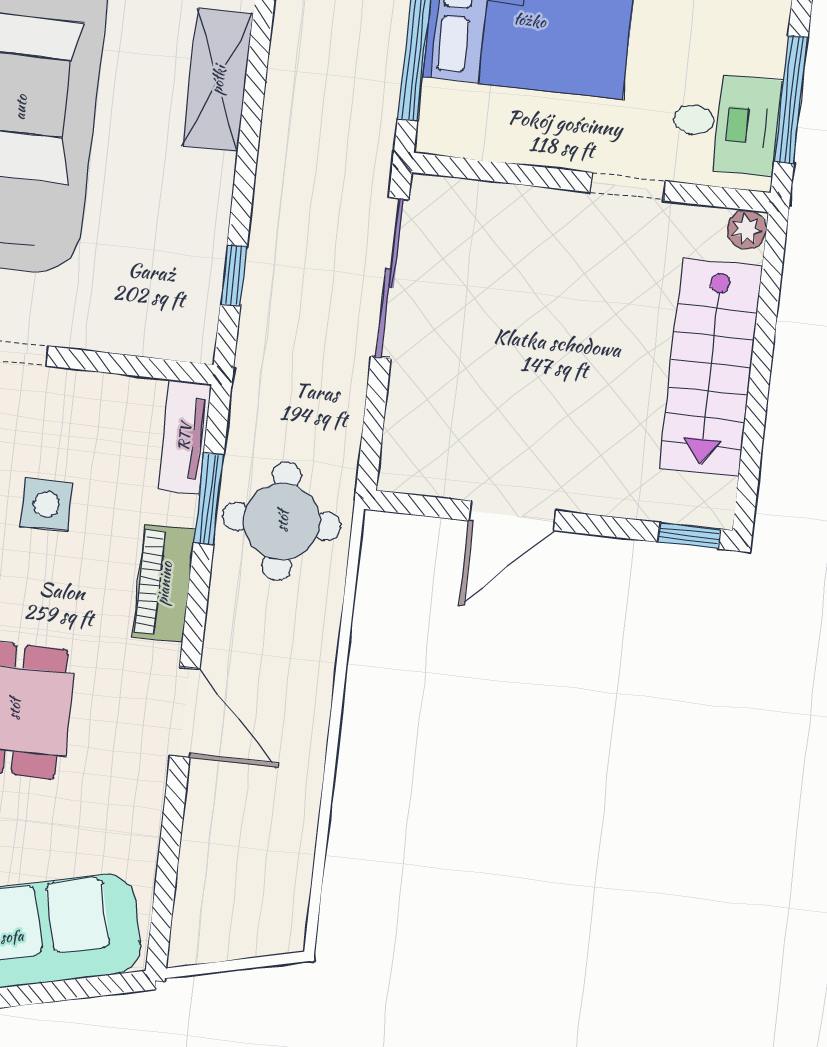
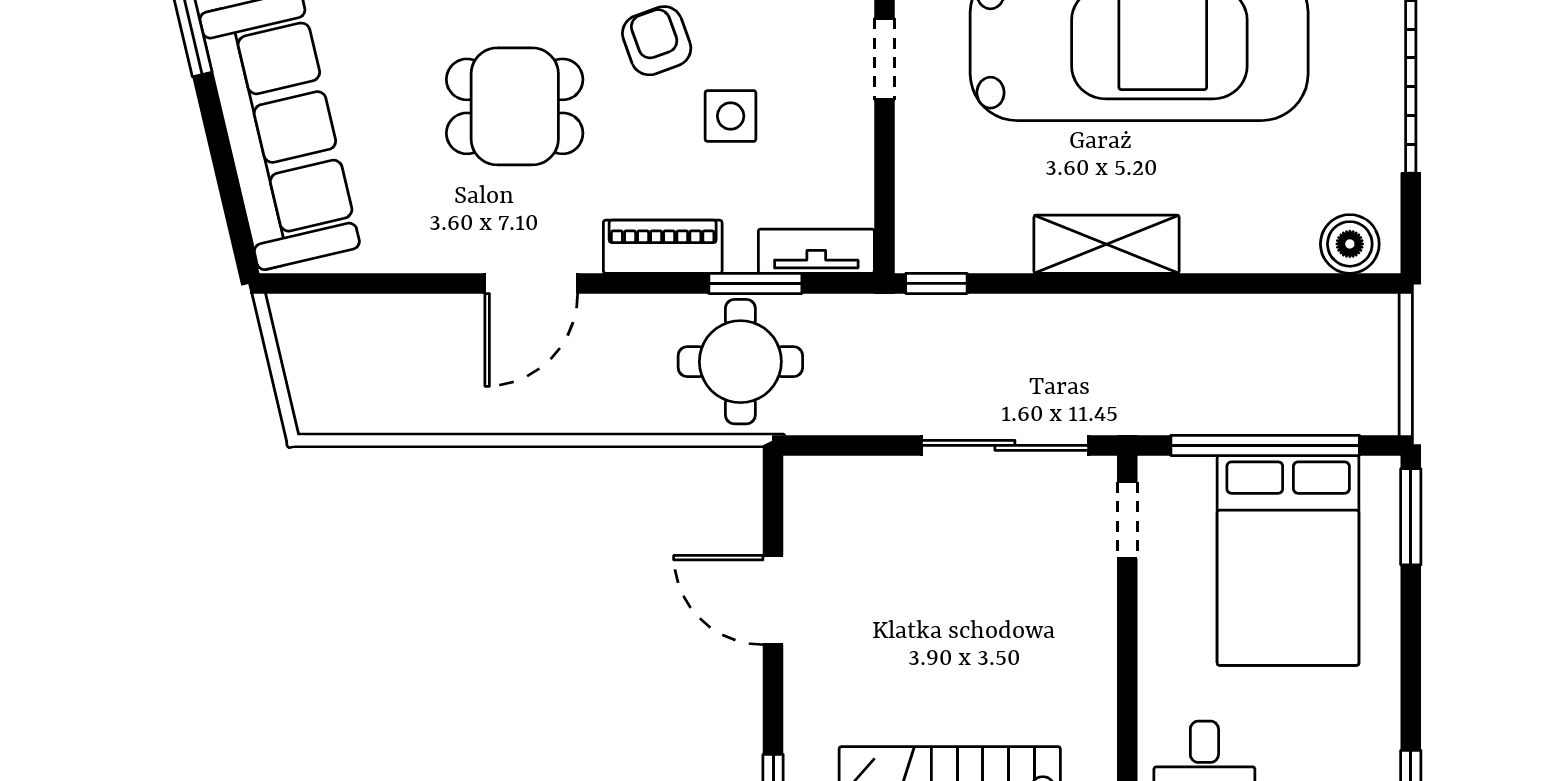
shelving: (218, 80) -> (1107, 244), moved
doorway: (628, 187) -> (1127, 520), moved
window: (234, 276) -> (936, 283), moved

